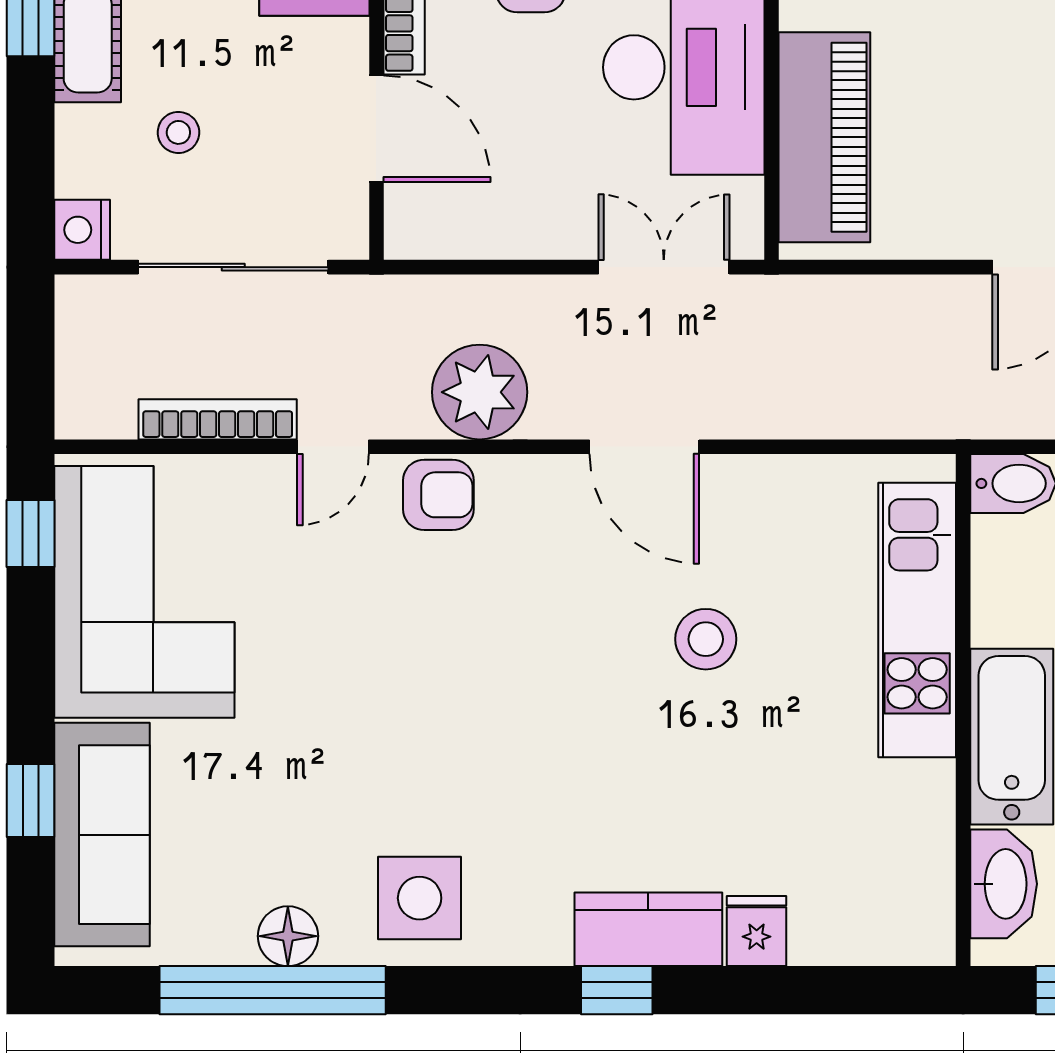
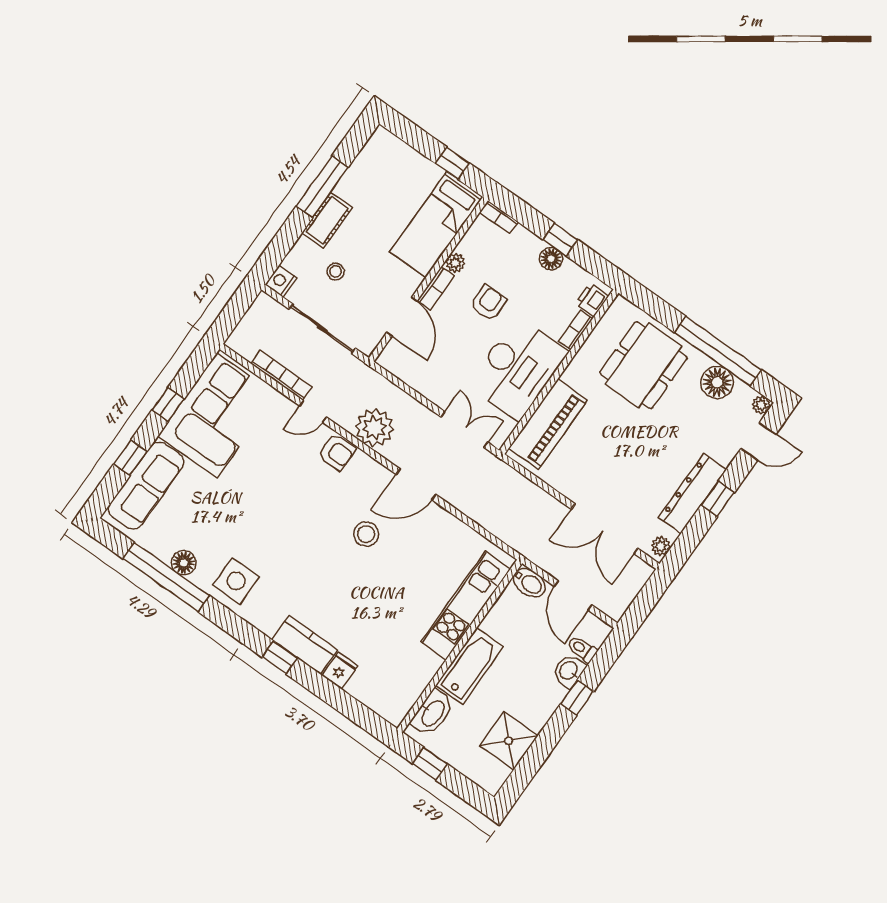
door: (644, 447) -> (416, 484), hinge flipped
window: (31, 533) -> (168, 404), moved
stool: (706, 639) -> (366, 534), moved

